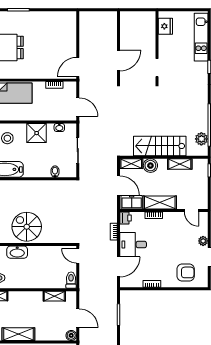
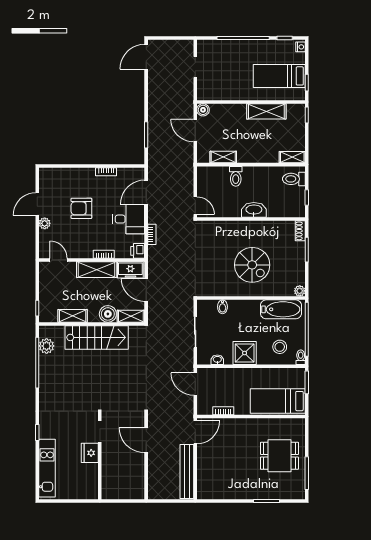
fridge: (165, 26) -> (90, 453), moved
bench: (85, 34) -> (187, 472), added
door: (119, 60) -> (146, 440), hinge flipped
spiral stairs: (27, 227) -> (252, 265), moved
washbasin: (17, 252) -> (254, 210), moved
armchair: (186, 272) -> (81, 208), moved
toilet: (71, 280) -> (236, 176), moved

